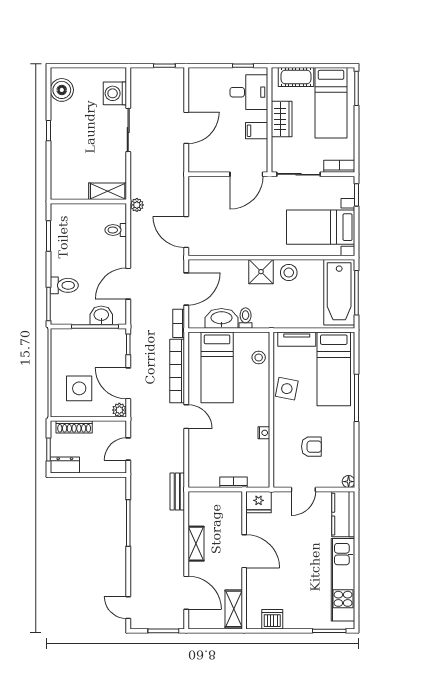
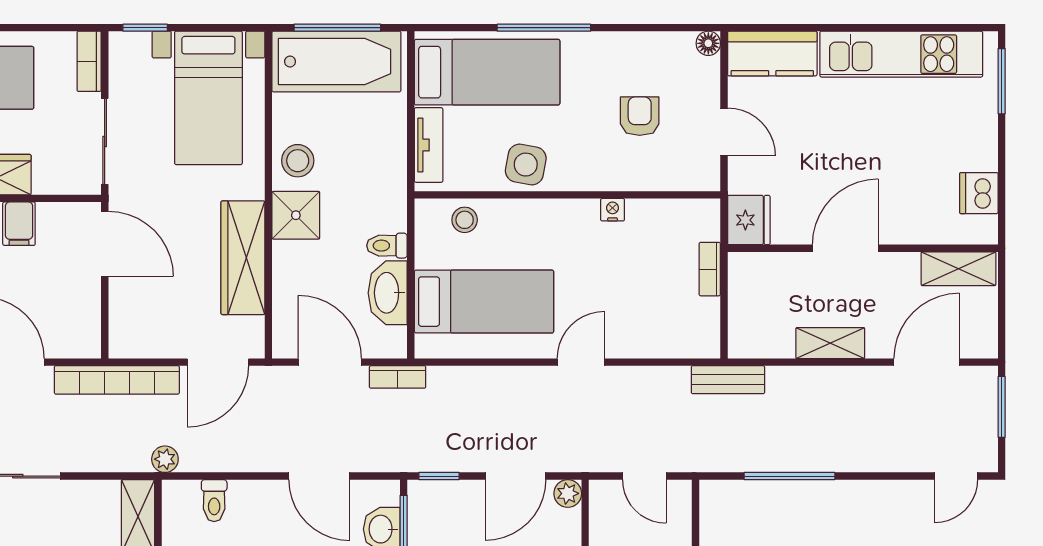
wardrobe: (239, 245) -> (243, 258), added
bookcase: (177, 371) -> (117, 380), moved

